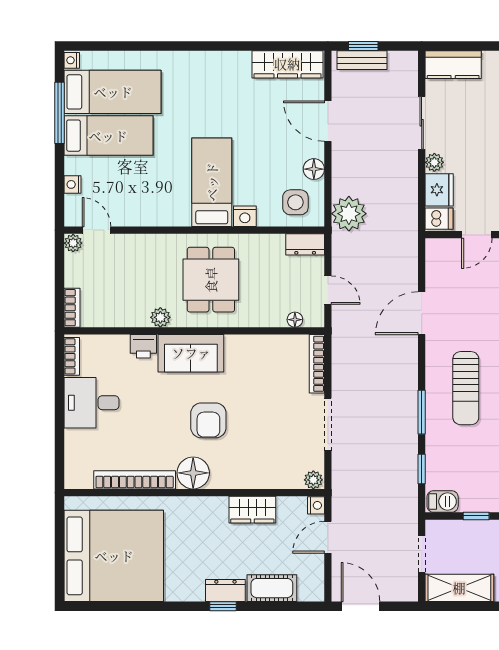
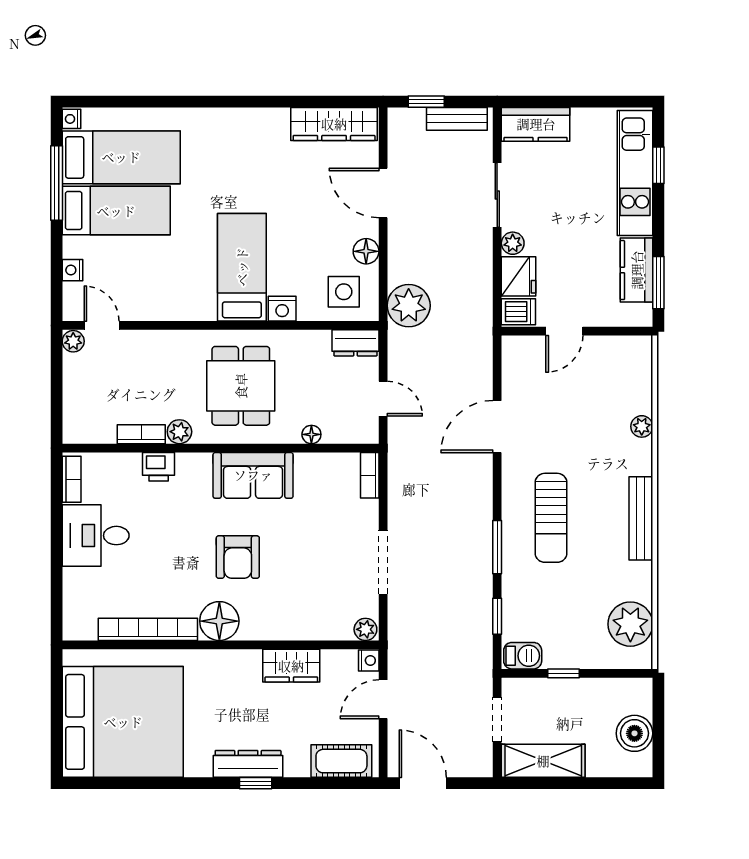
bench: (362, 60) -> (457, 119), moved
bookcase: (72, 308) -> (141, 434), moved, turned -90
floor lamp: (295, 320) -> (311, 434), moved
sofa: (191, 353) -> (253, 475), moved
bookcase: (317, 364) -> (370, 475), width x0.64
cot: (272, 588) -> (341, 761), moved
dresser: (225, 590) -> (248, 764), width x1.44

